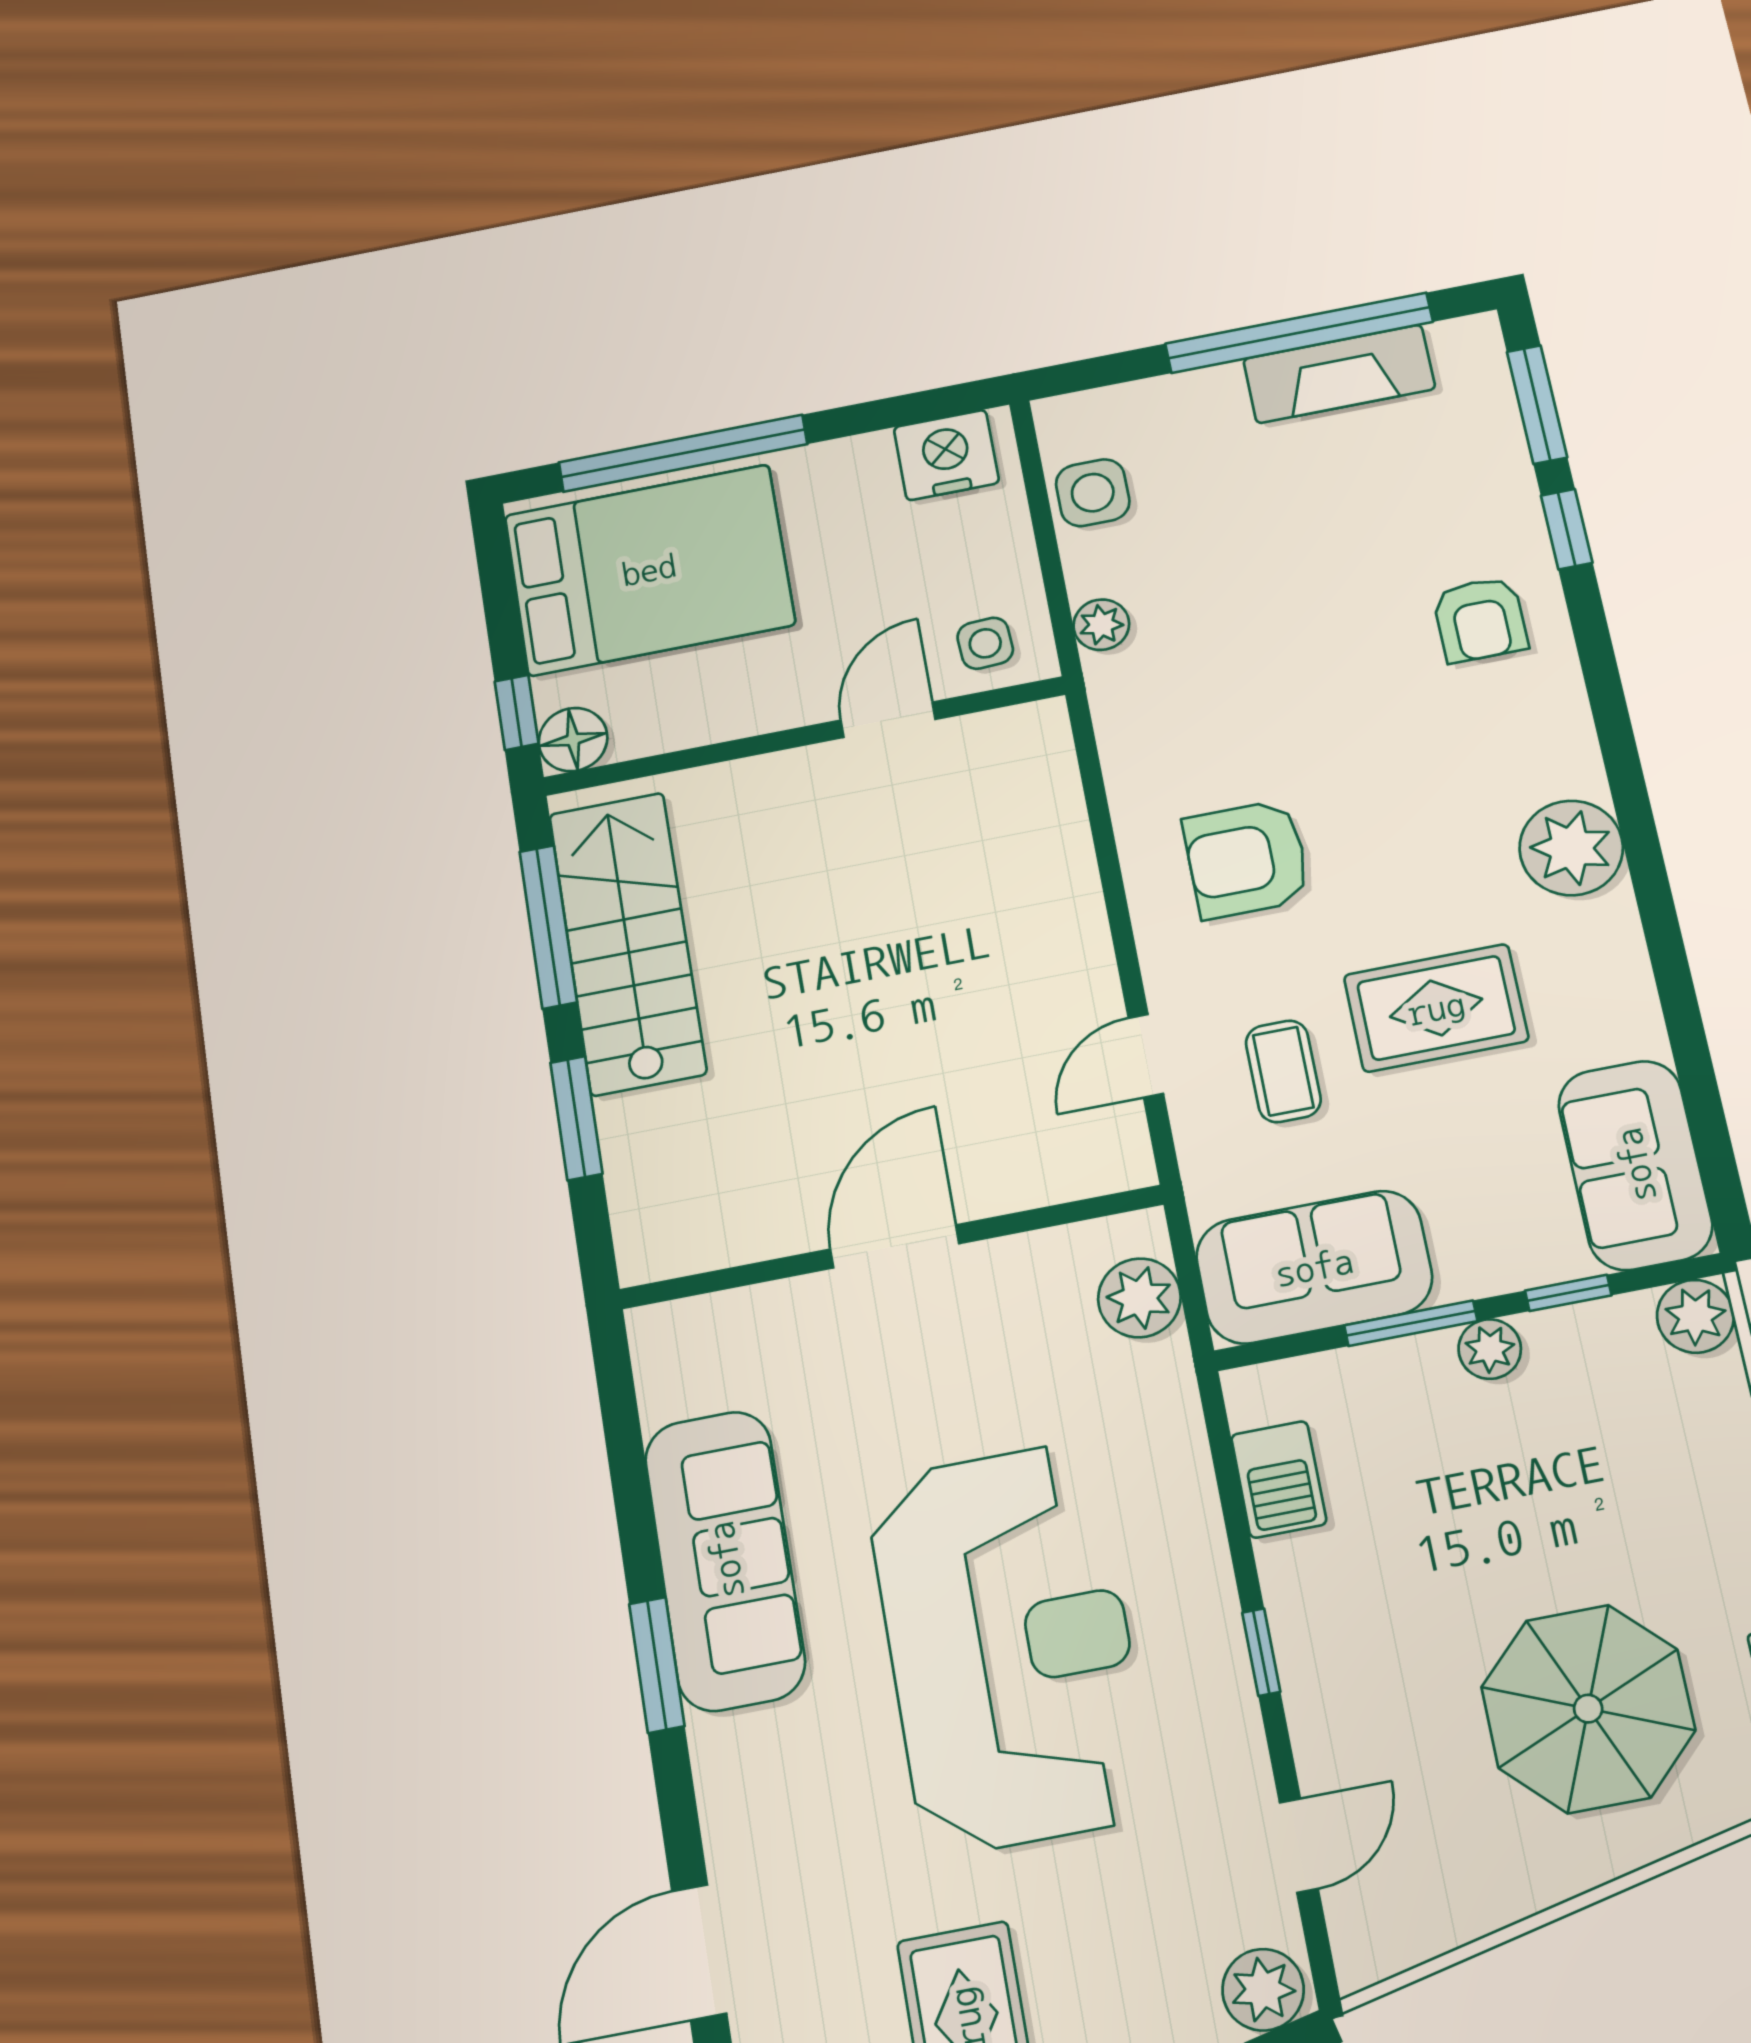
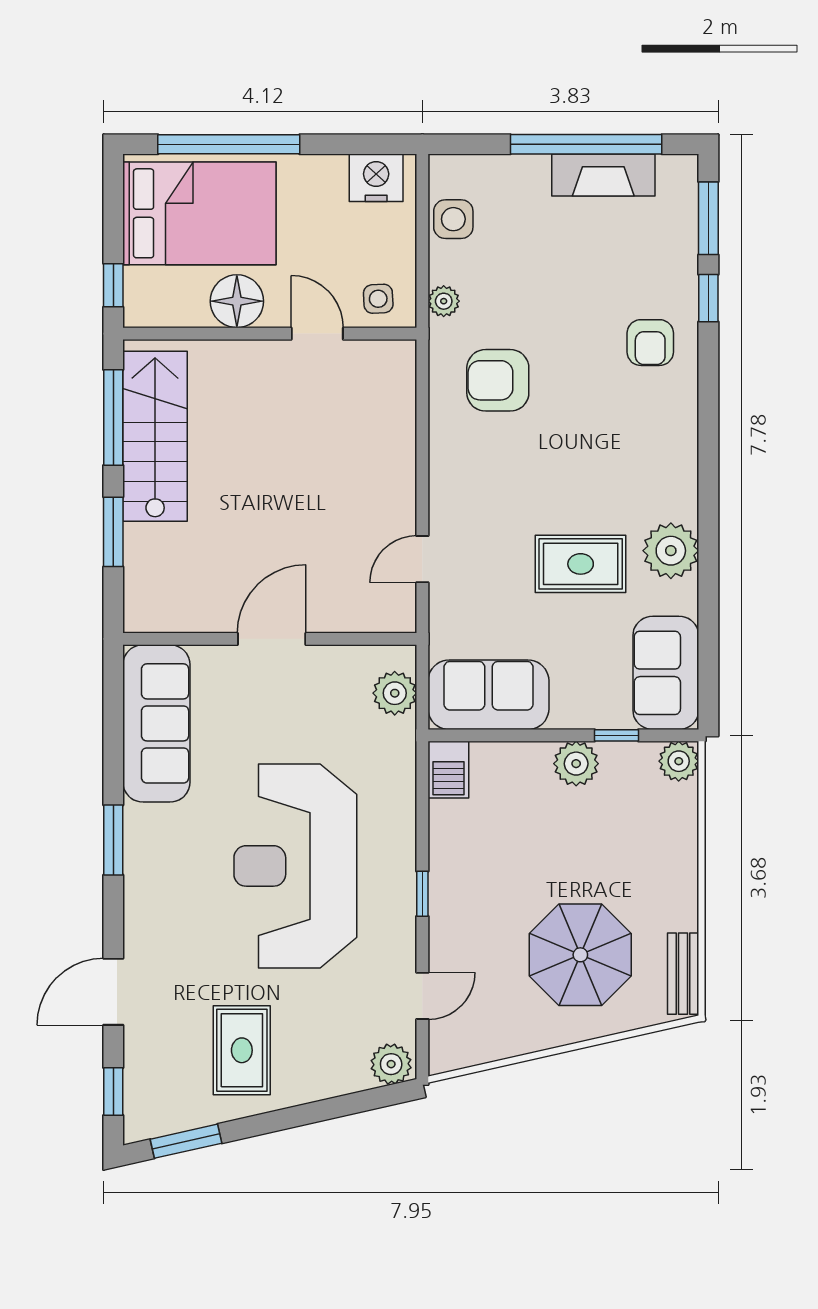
door: (888, 720) -> (317, 334), hinge flipped
floor lamp: (573, 740) -> (237, 301), moved, width x1.38, depth x1.38
plant: (1571, 848) -> (671, 551), moved
armchair: (1247, 859) -> (498, 380), moved
coffee table: (1283, 1071) -> (493, 583), removed
window: (1411, 1323) -> (532, 735), removed
plant: (1490, 1349) -> (576, 764), width x1.38, depth x1.38
barbecue: (1279, 1479) -> (448, 770), moved
sofa: (725, 1560) -> (156, 723), moved
reception desk: (1010, 1647) -> (295, 866), turned 180

